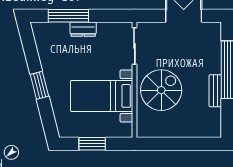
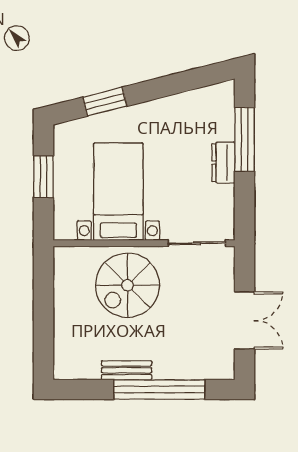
window: (39, 85) -> (105, 102), moved
spiral stairs: (161, 90) -> (128, 285), turned 90

